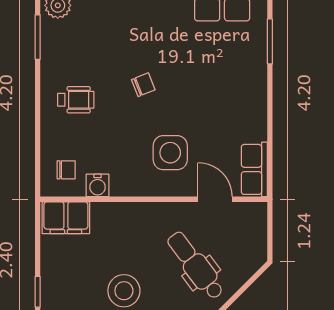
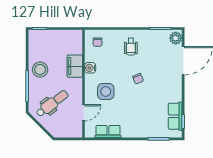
row of seats: (254, 169) -> (108, 132), moved
water cooler: (98, 185) -> (90, 68), moved
filing cabinet: (66, 218) -> (75, 66), moved

